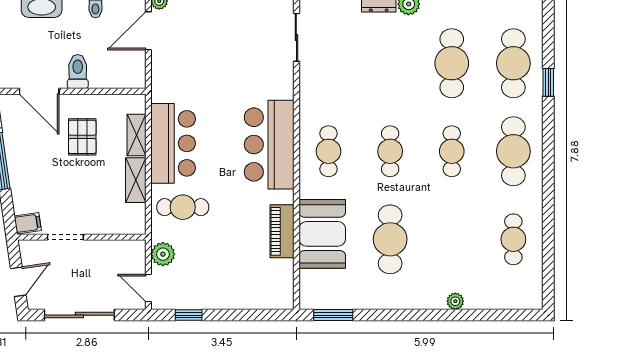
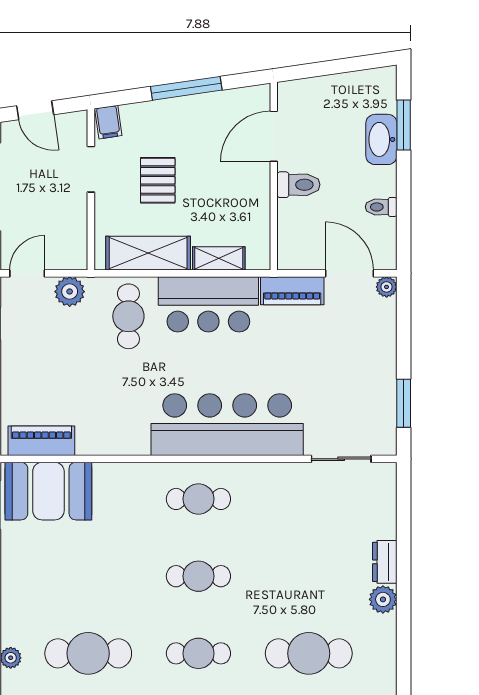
piano: (162, 76) -> (292, 291), added
pallet: (82, 137) -> (158, 180), moved, turned 90
bar counter: (269, 145) -> (227, 425), width x1.36
shelving: (136, 180) -> (148, 253), width x1.50, depth x1.33
piano: (282, 231) -> (41, 441), moved
booth: (322, 234) -> (48, 491), moved
cafe table: (390, 239) -> (88, 653), moved

